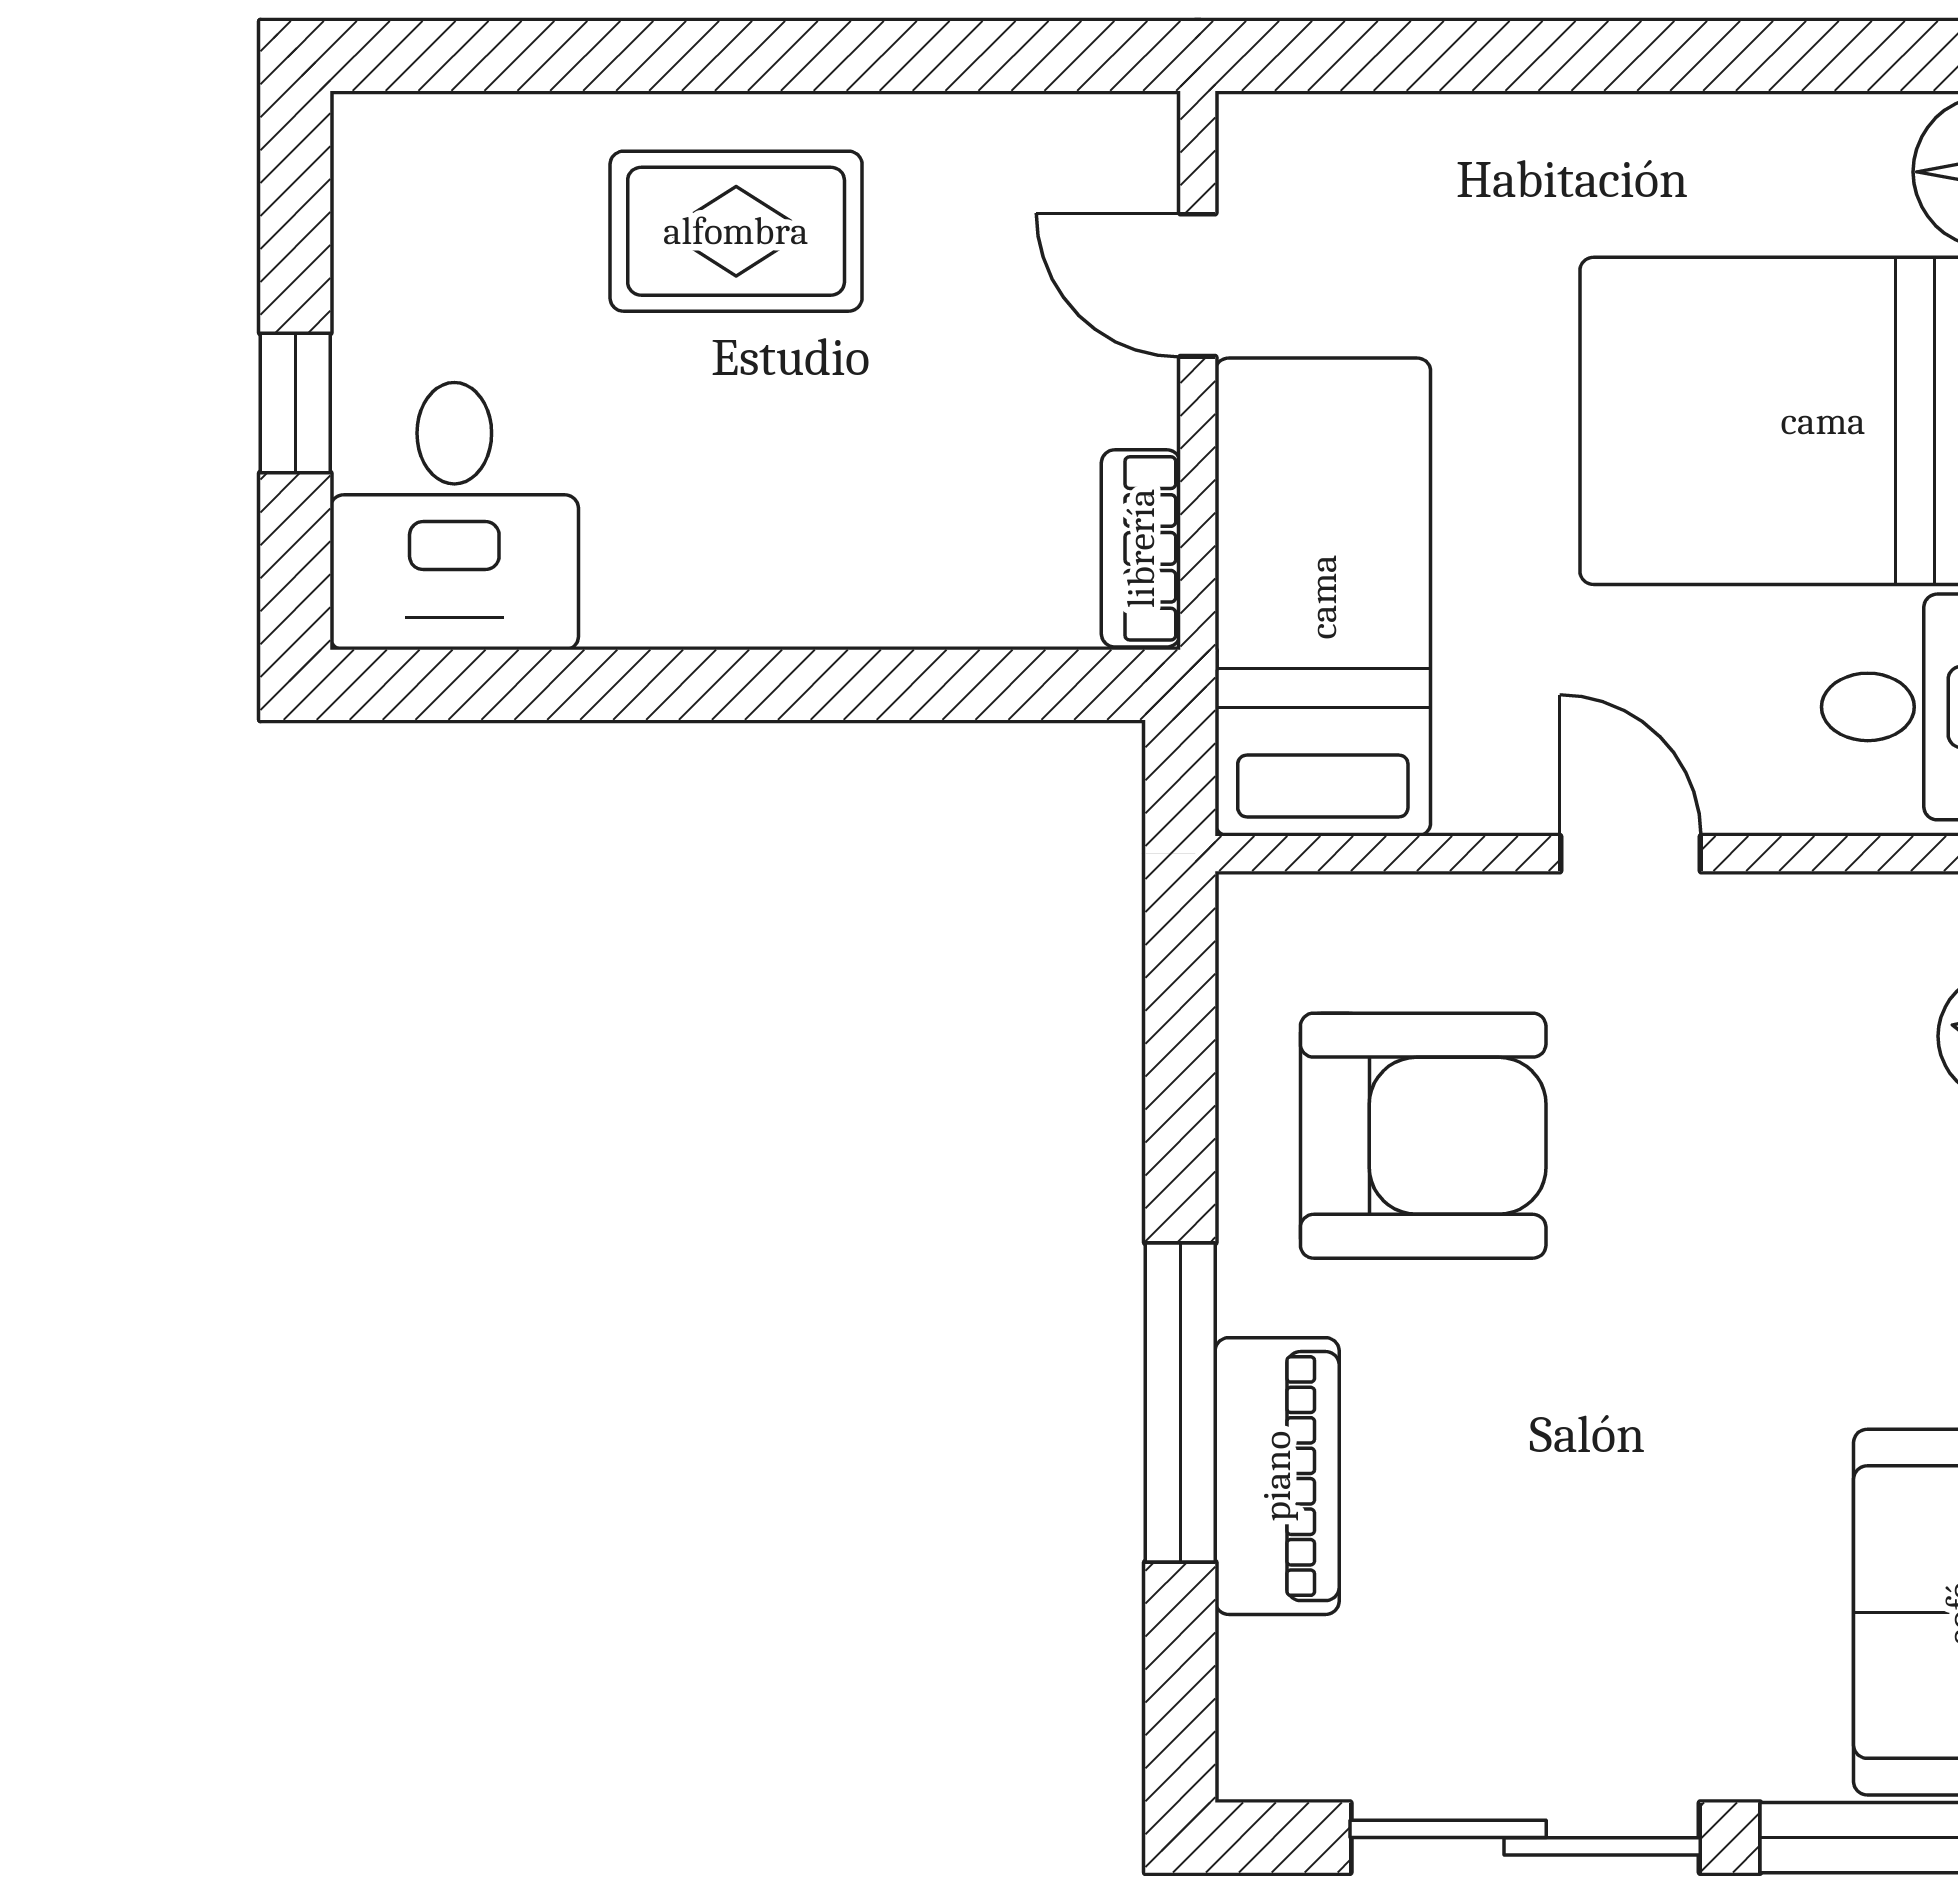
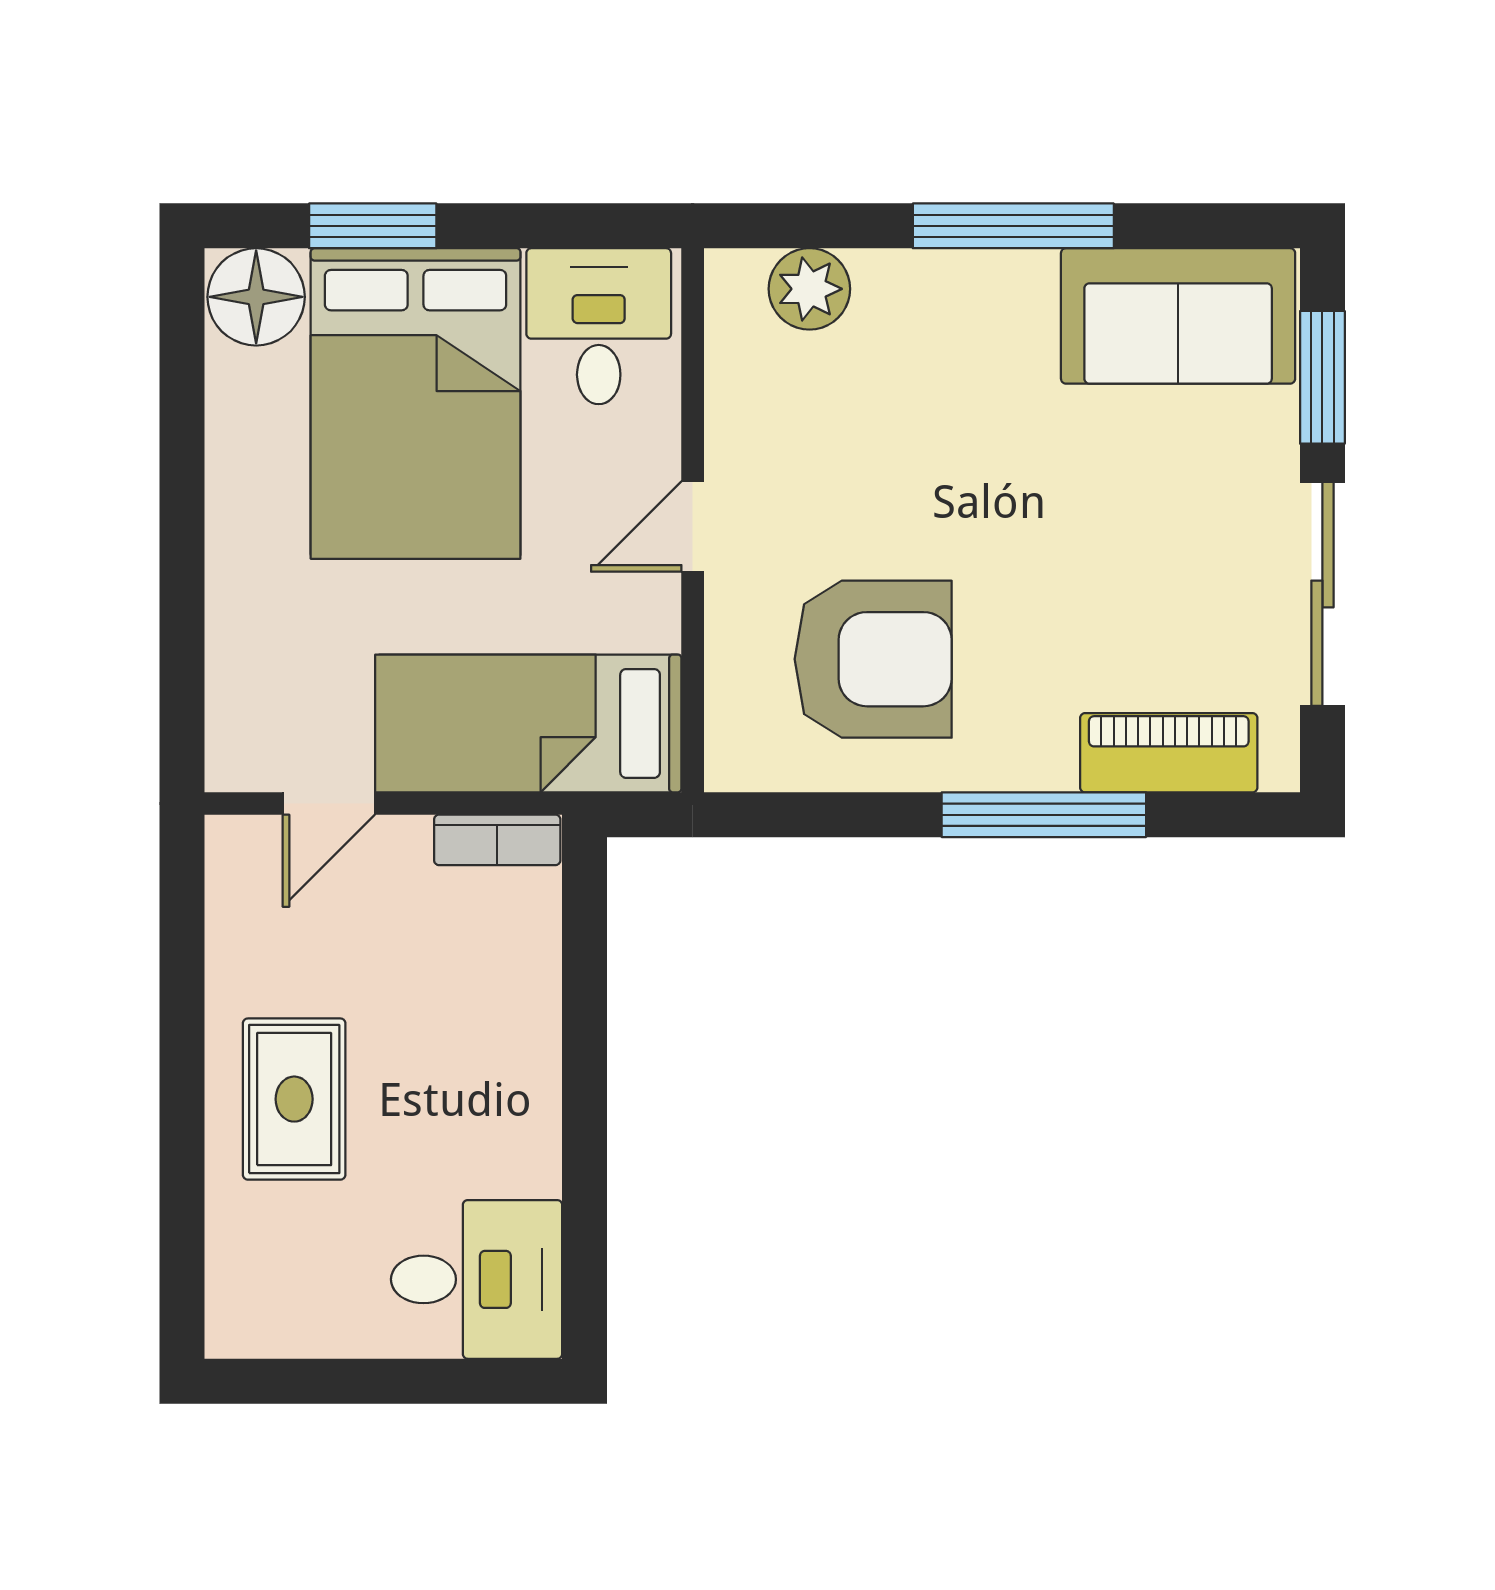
window: (295, 403) -> (404, 1381), removed
armchair: (1423, 1136) -> (873, 659), turned 90
piano: (1277, 1476) -> (1169, 753), moved

